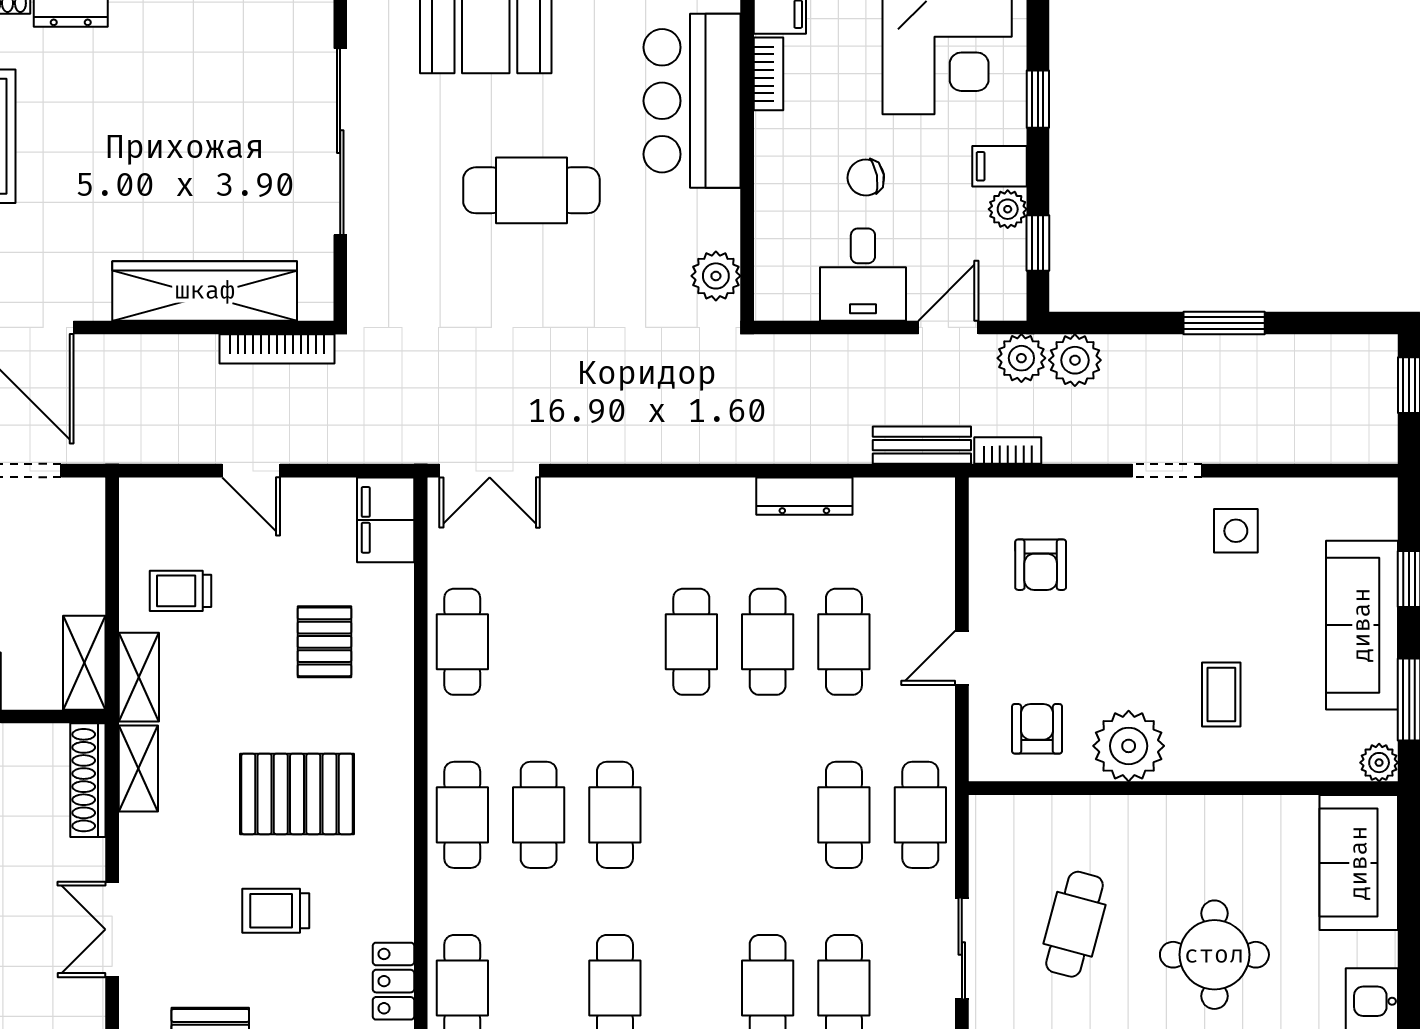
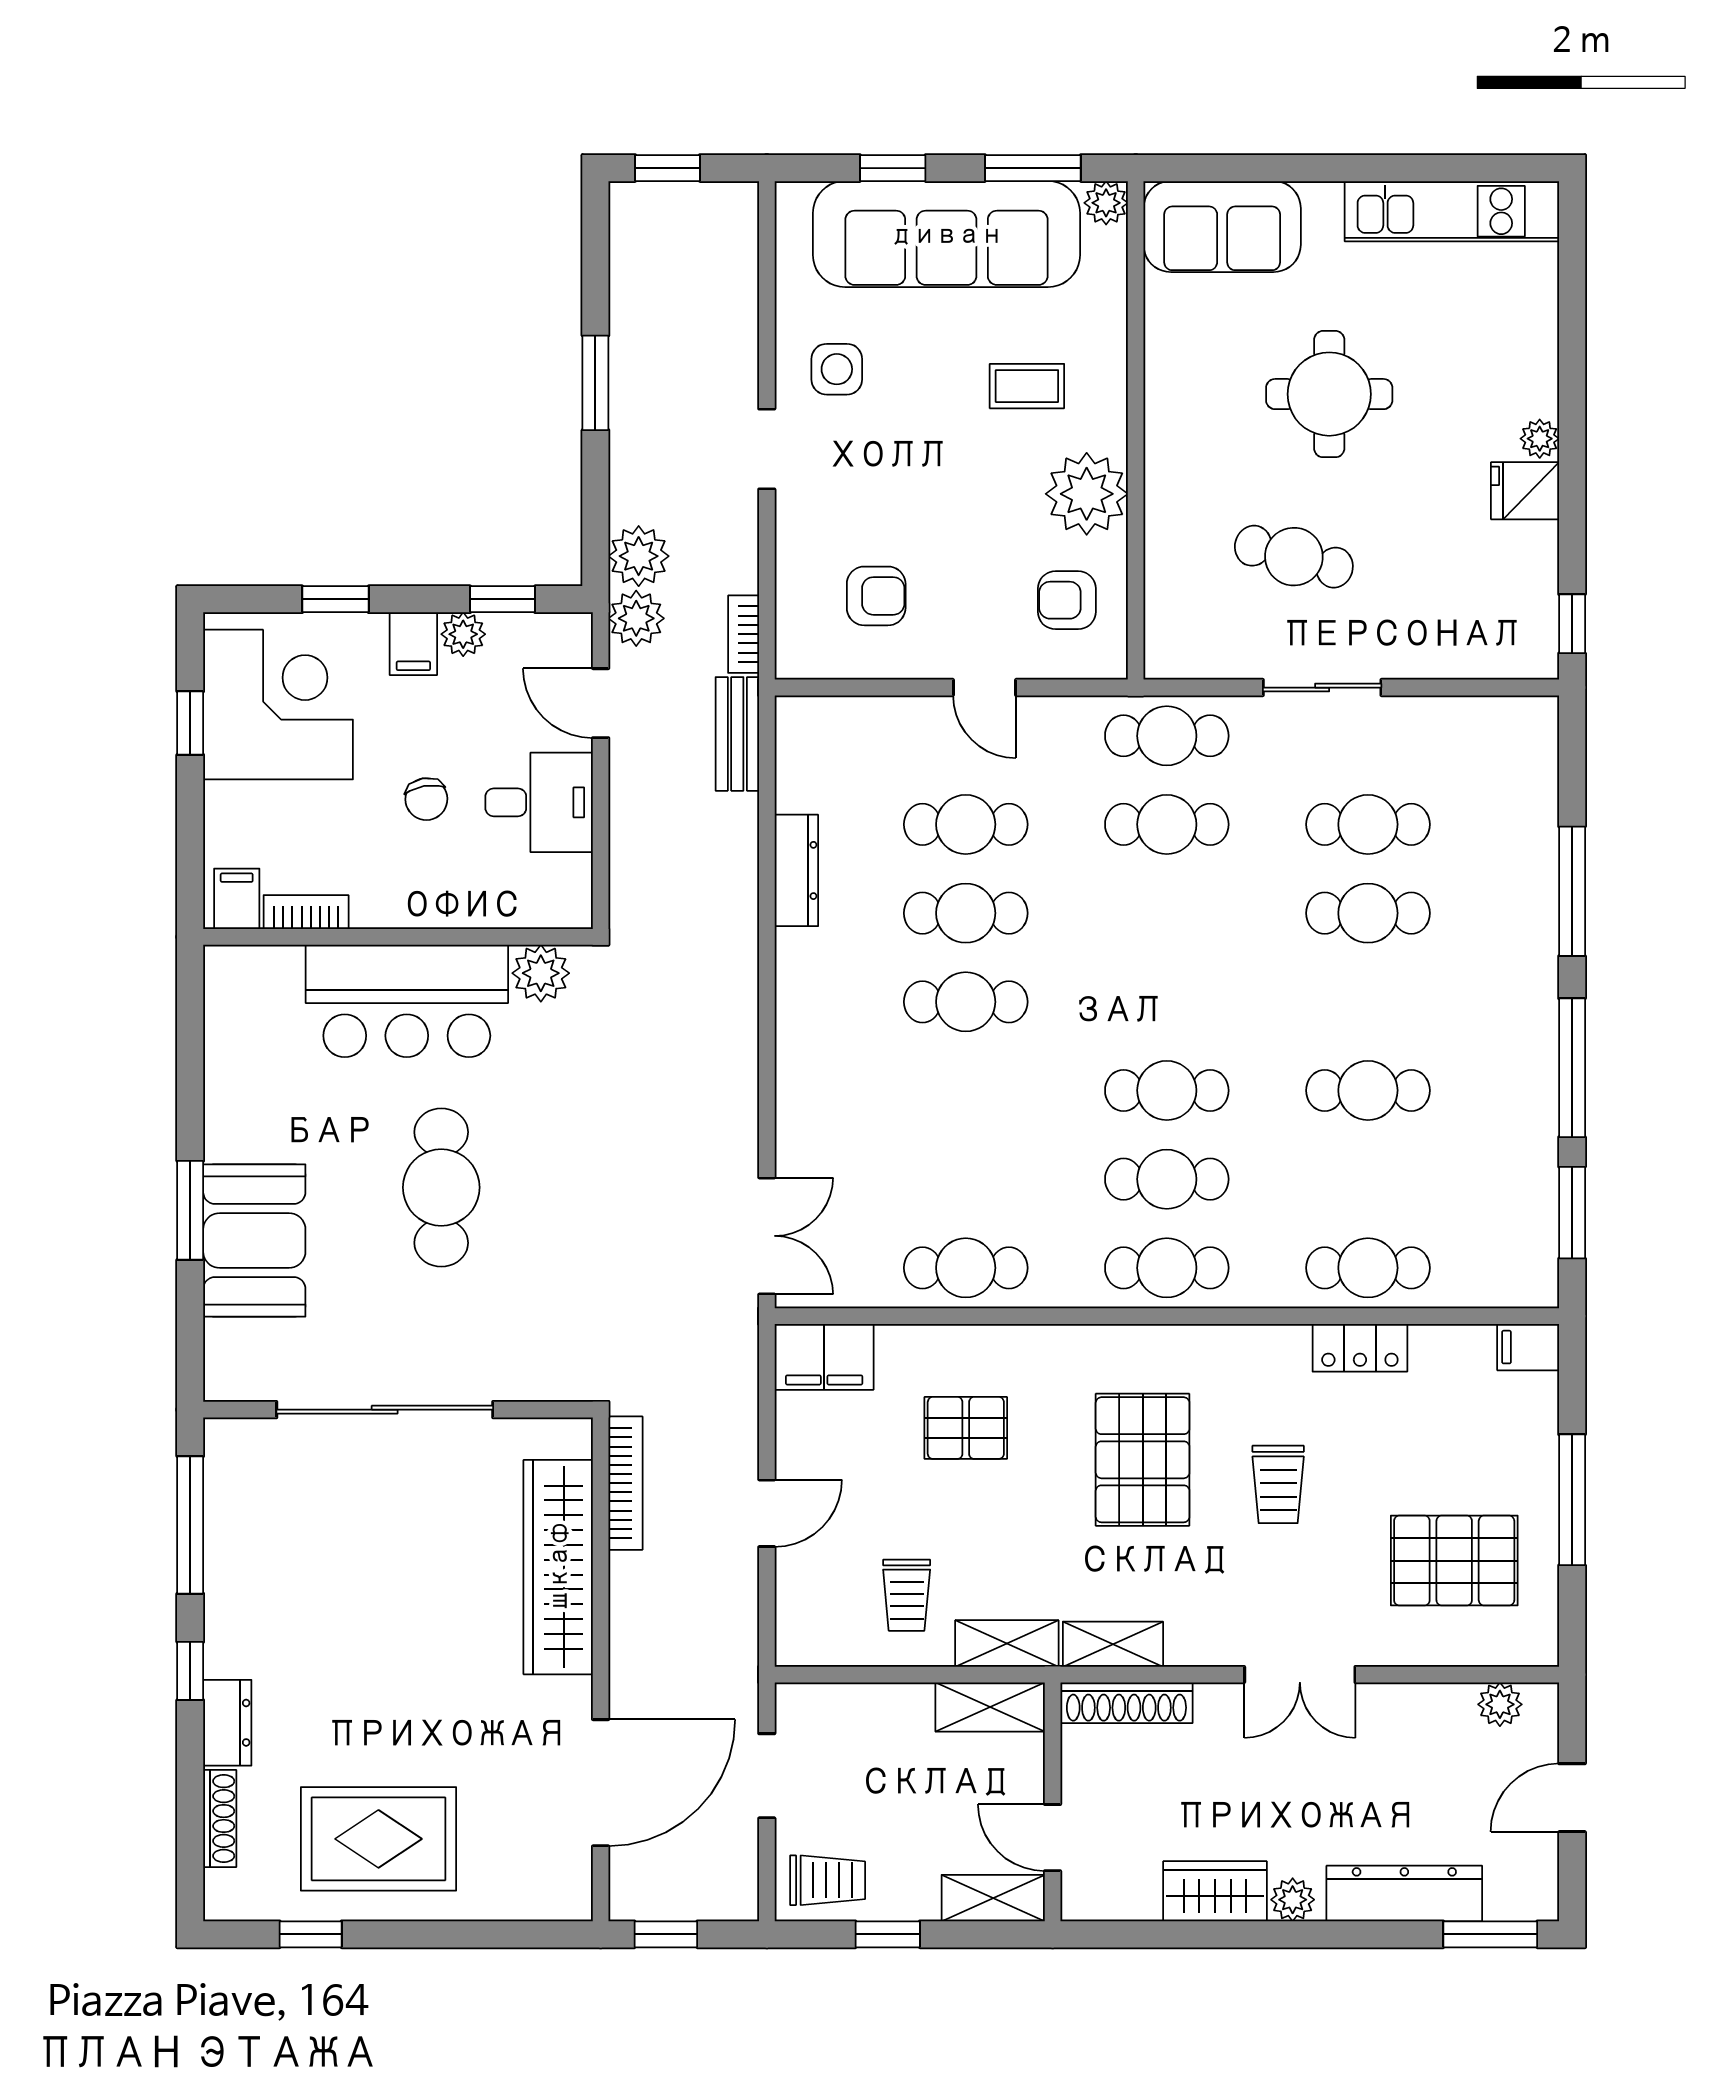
bar counter: (692, 101) -> (407, 1001), moved
sofa: (1362, 625) -> (947, 234), width x1.36, depth x1.27

